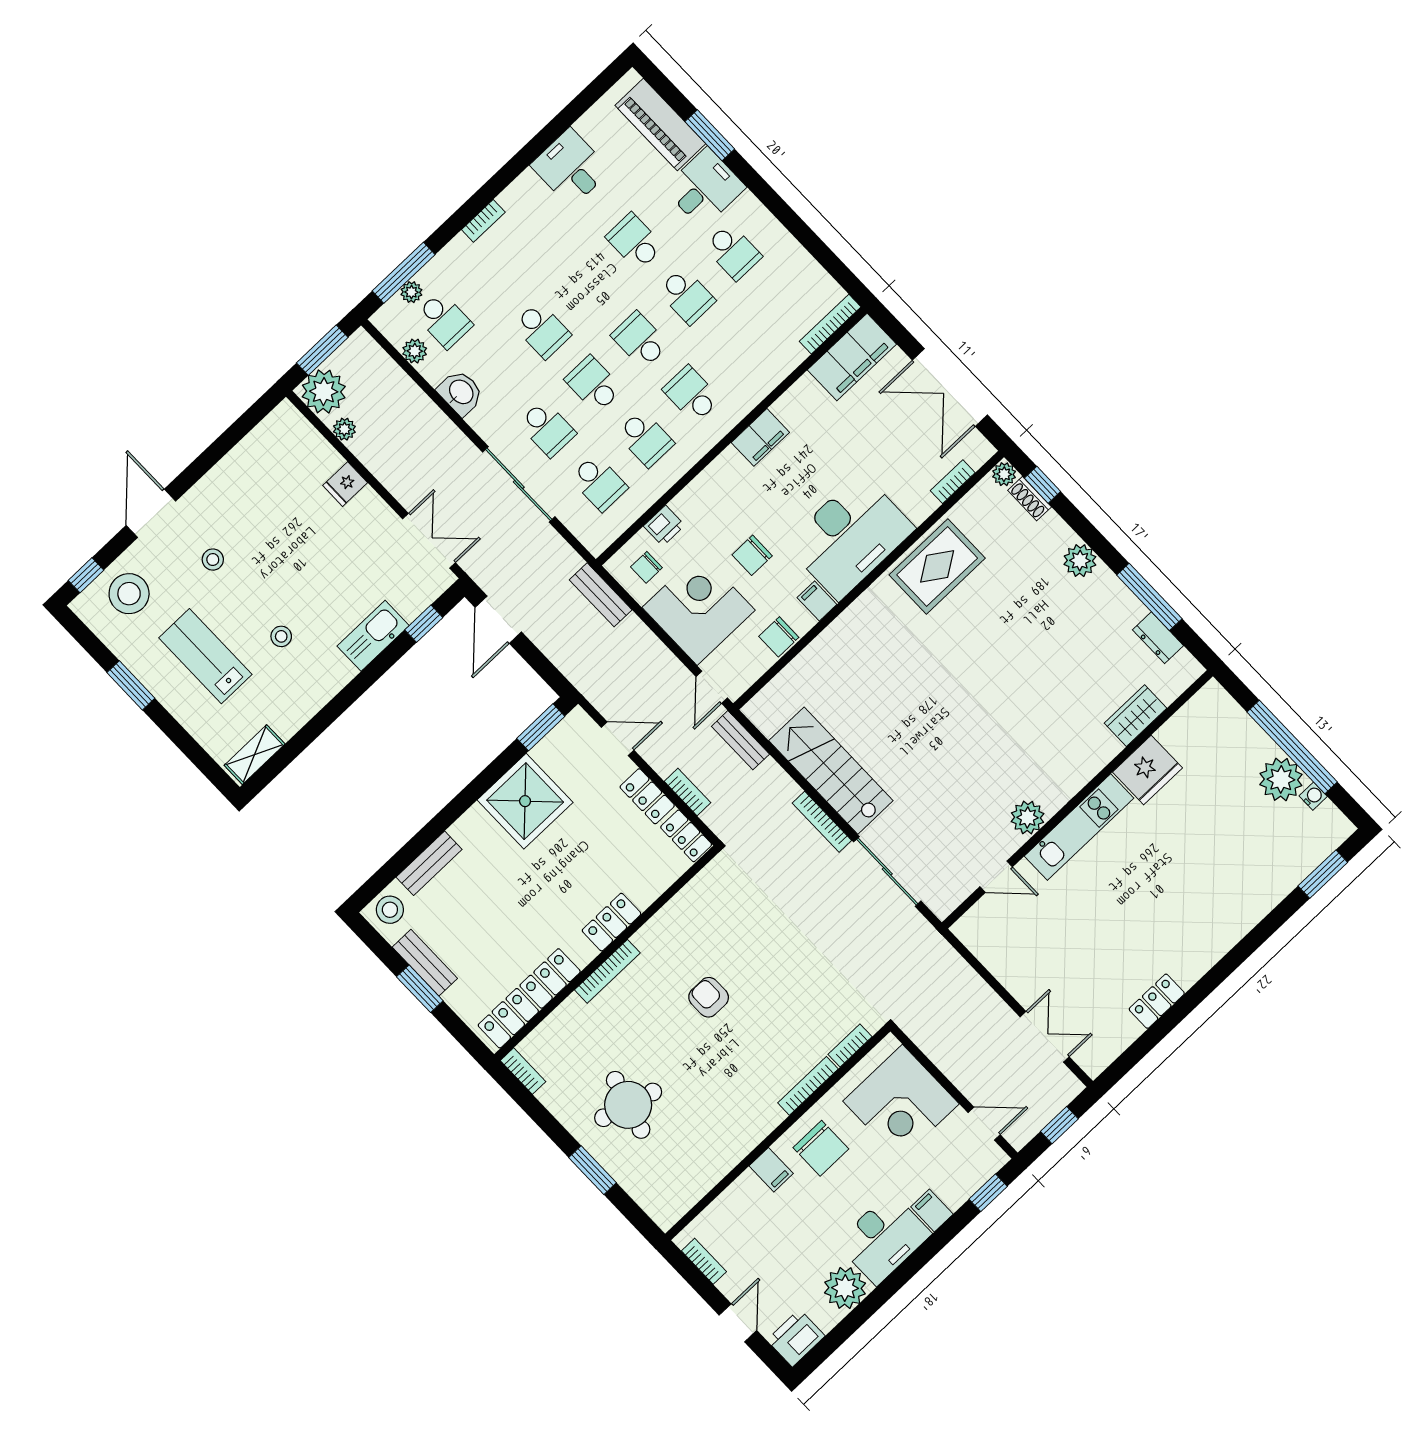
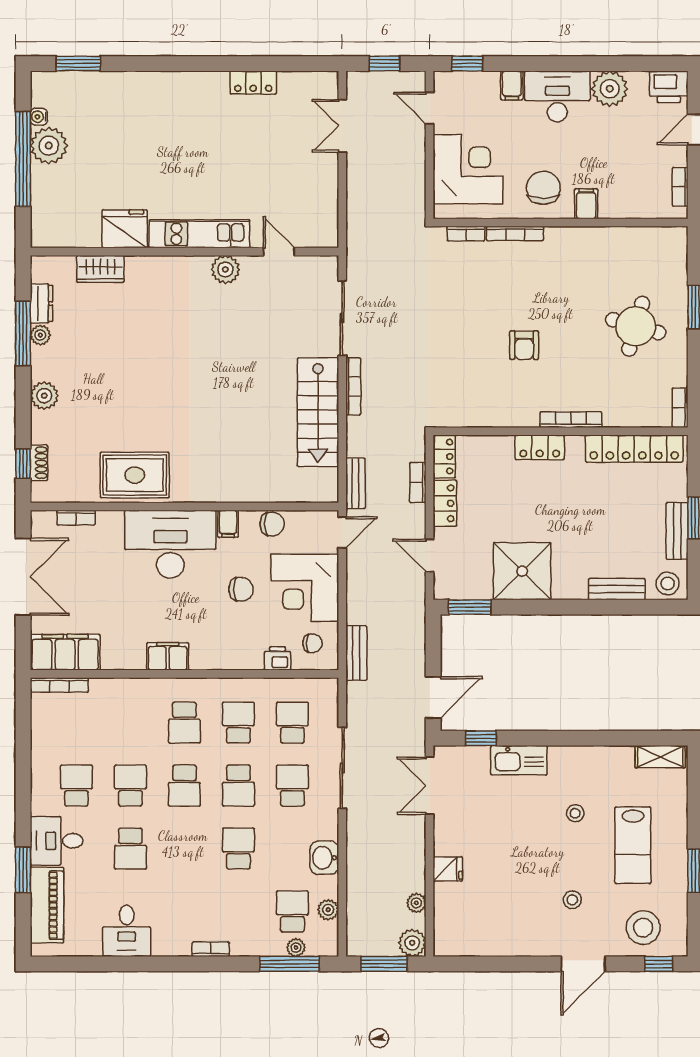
plant: (324, 392) -> (412, 943), width x0.73, depth x0.73
plant: (1004, 474) -> (40, 335), moved

